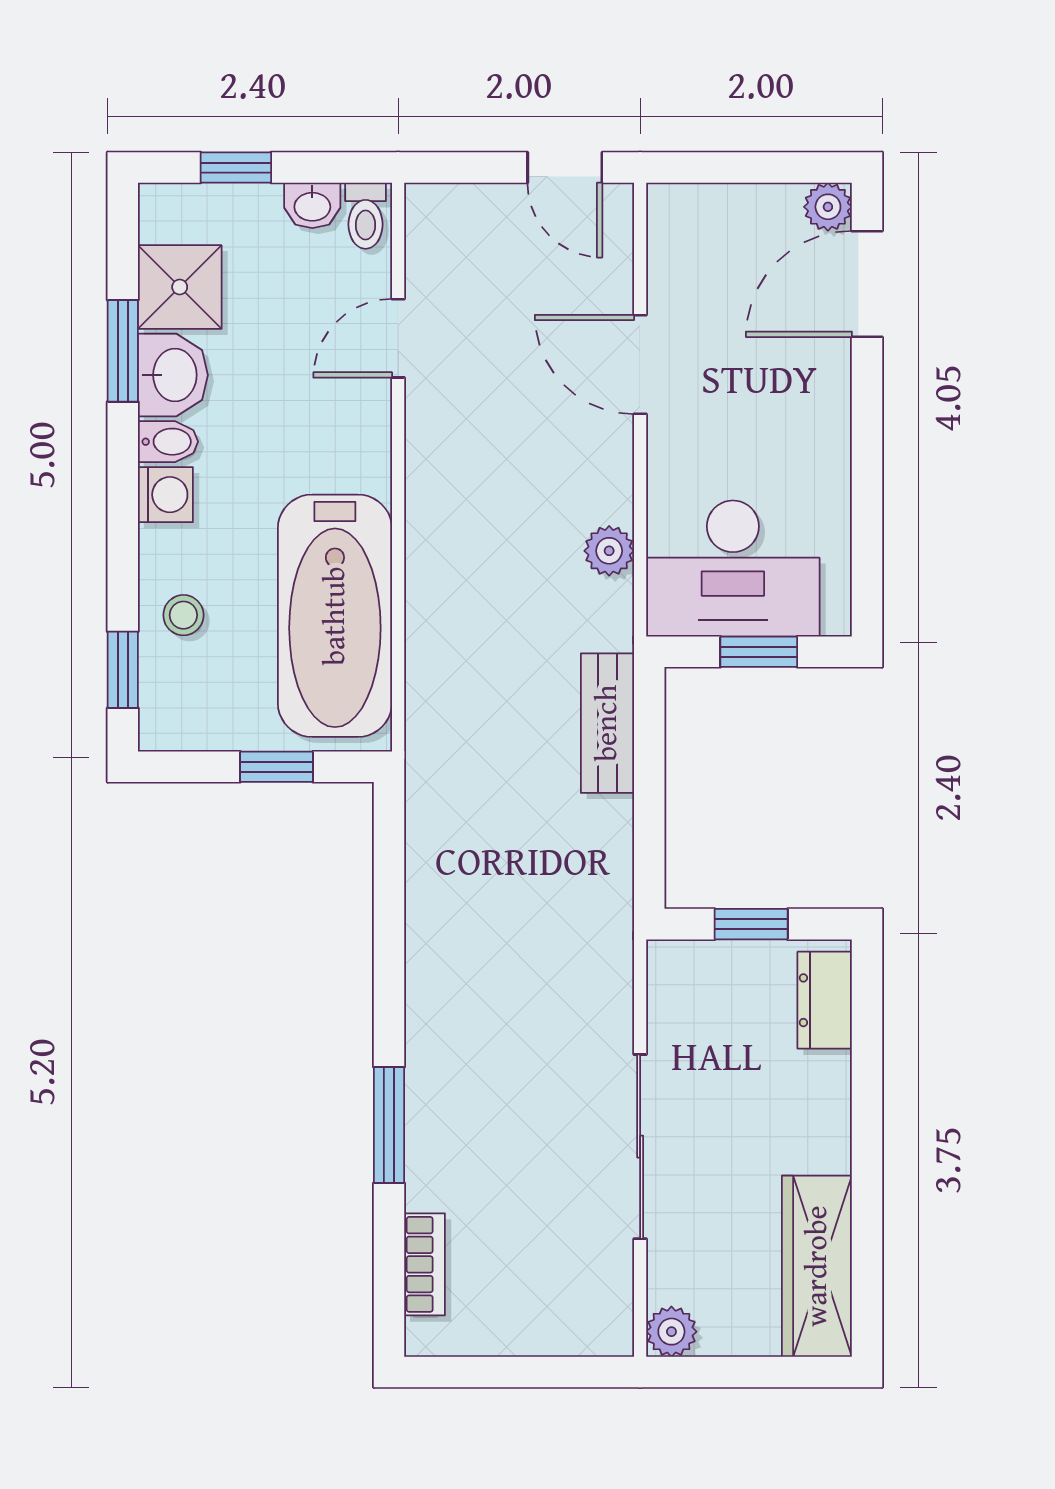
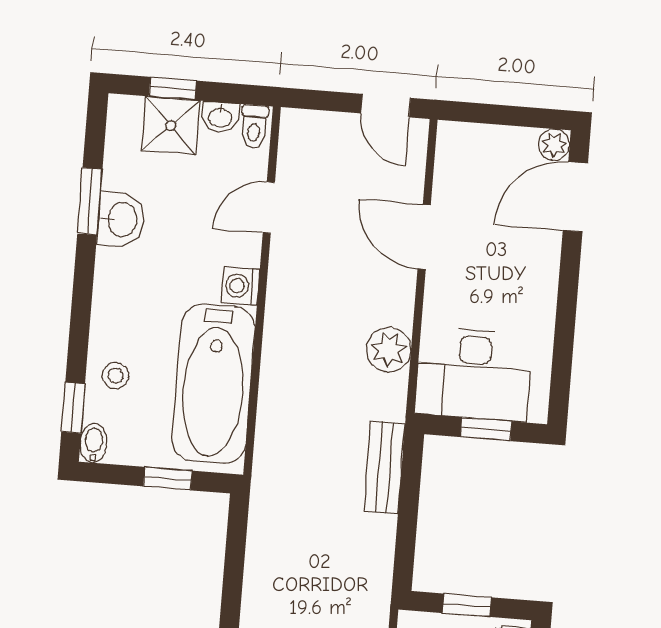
shower: (180, 287) -> (171, 125), moved
bidet: (168, 442) -> (94, 443), moved, turned -90
washing machine: (165, 495) -> (241, 286), moved, turned 180
plant: (609, 551) -> (389, 350), width x1.38, depth x1.38

